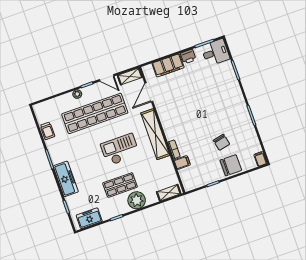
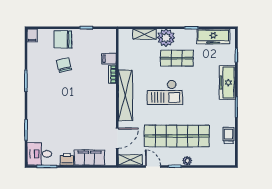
shelving: (169, 193) -> (145, 34), moved
freezer: (89, 218) -> (213, 36), width x1.40

